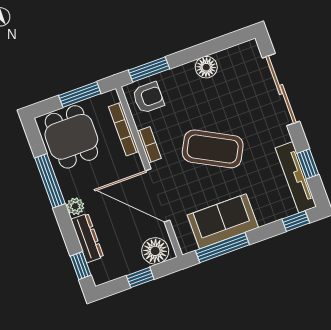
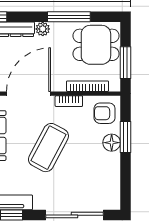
floor lamp: (206, 67) -> (112, 143), moved
window: (149, 69) -> (125, 137), moved
armchair: (148, 98) -> (105, 113), turned 90

